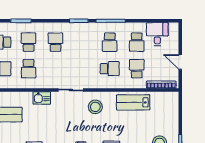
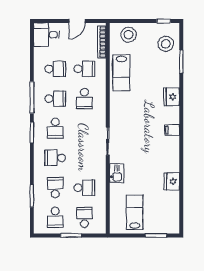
desk: (157, 34) -> (46, 35), moved
school desk: (28, 42) -> (55, 188), turned 90
school desk: (83, 42) -> (55, 128), added
school desk: (110, 69) -> (84, 99), turned 180
school desk: (137, 69) -> (84, 69), turned 180
stool: (95, 107) -> (129, 35), moved

